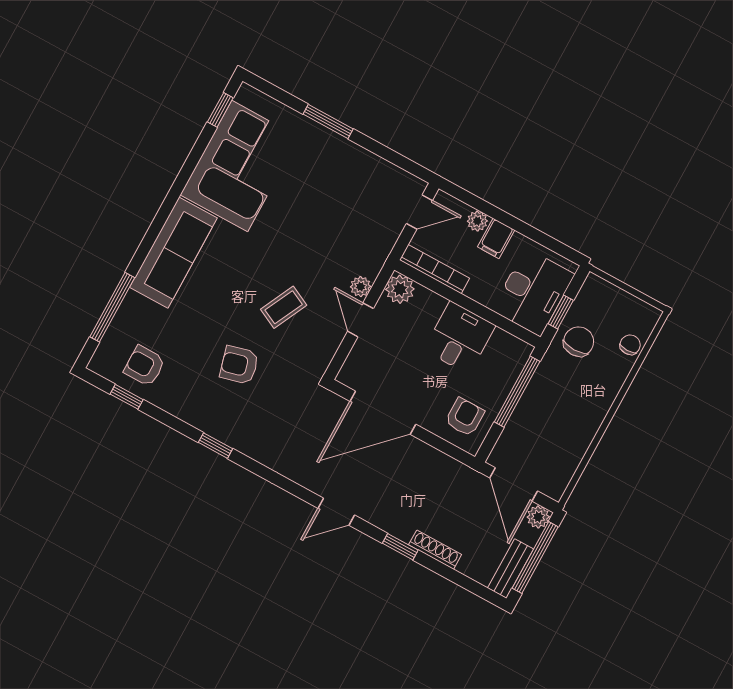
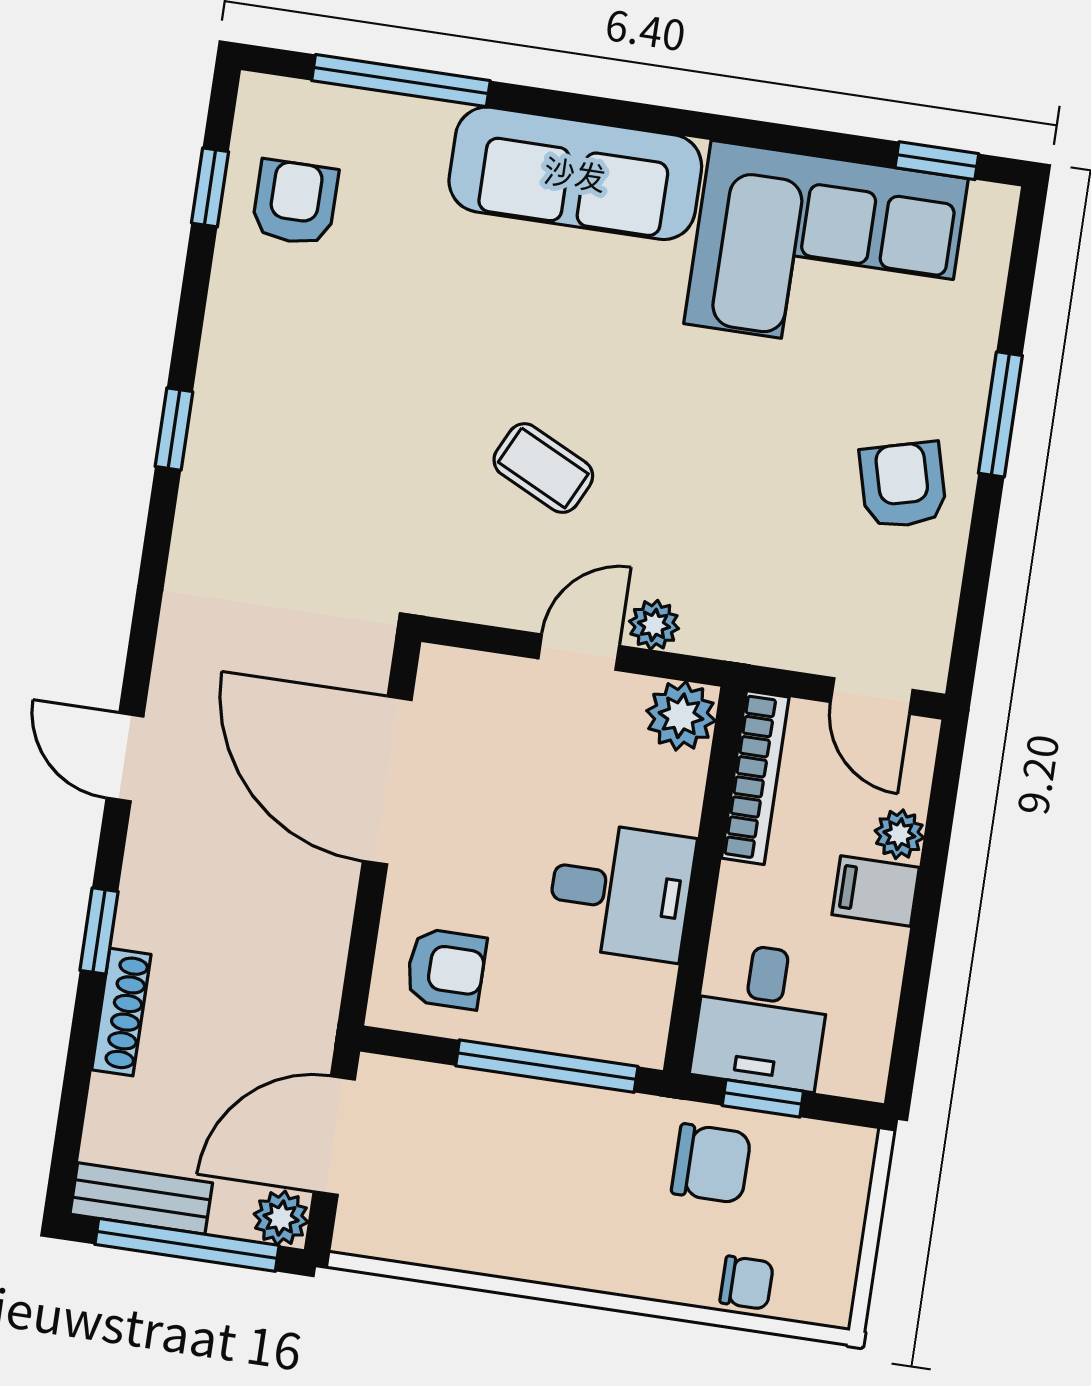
desk: (533, 292) -> (762, 1016), width x0.73
armchair: (239, 365) -> (903, 485), moved

